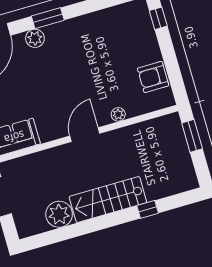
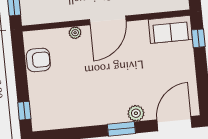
door: (85, 135) -> (108, 20), width x1.36

